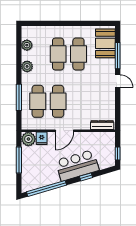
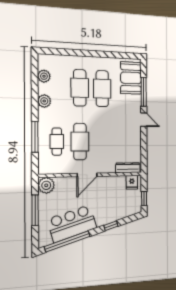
cafe table: (38, 101) -> (57, 142), width x0.73, depth x0.74
fridge: (42, 138) -> (132, 182), moved
bar counter: (77, 165) -> (72, 224), moved

